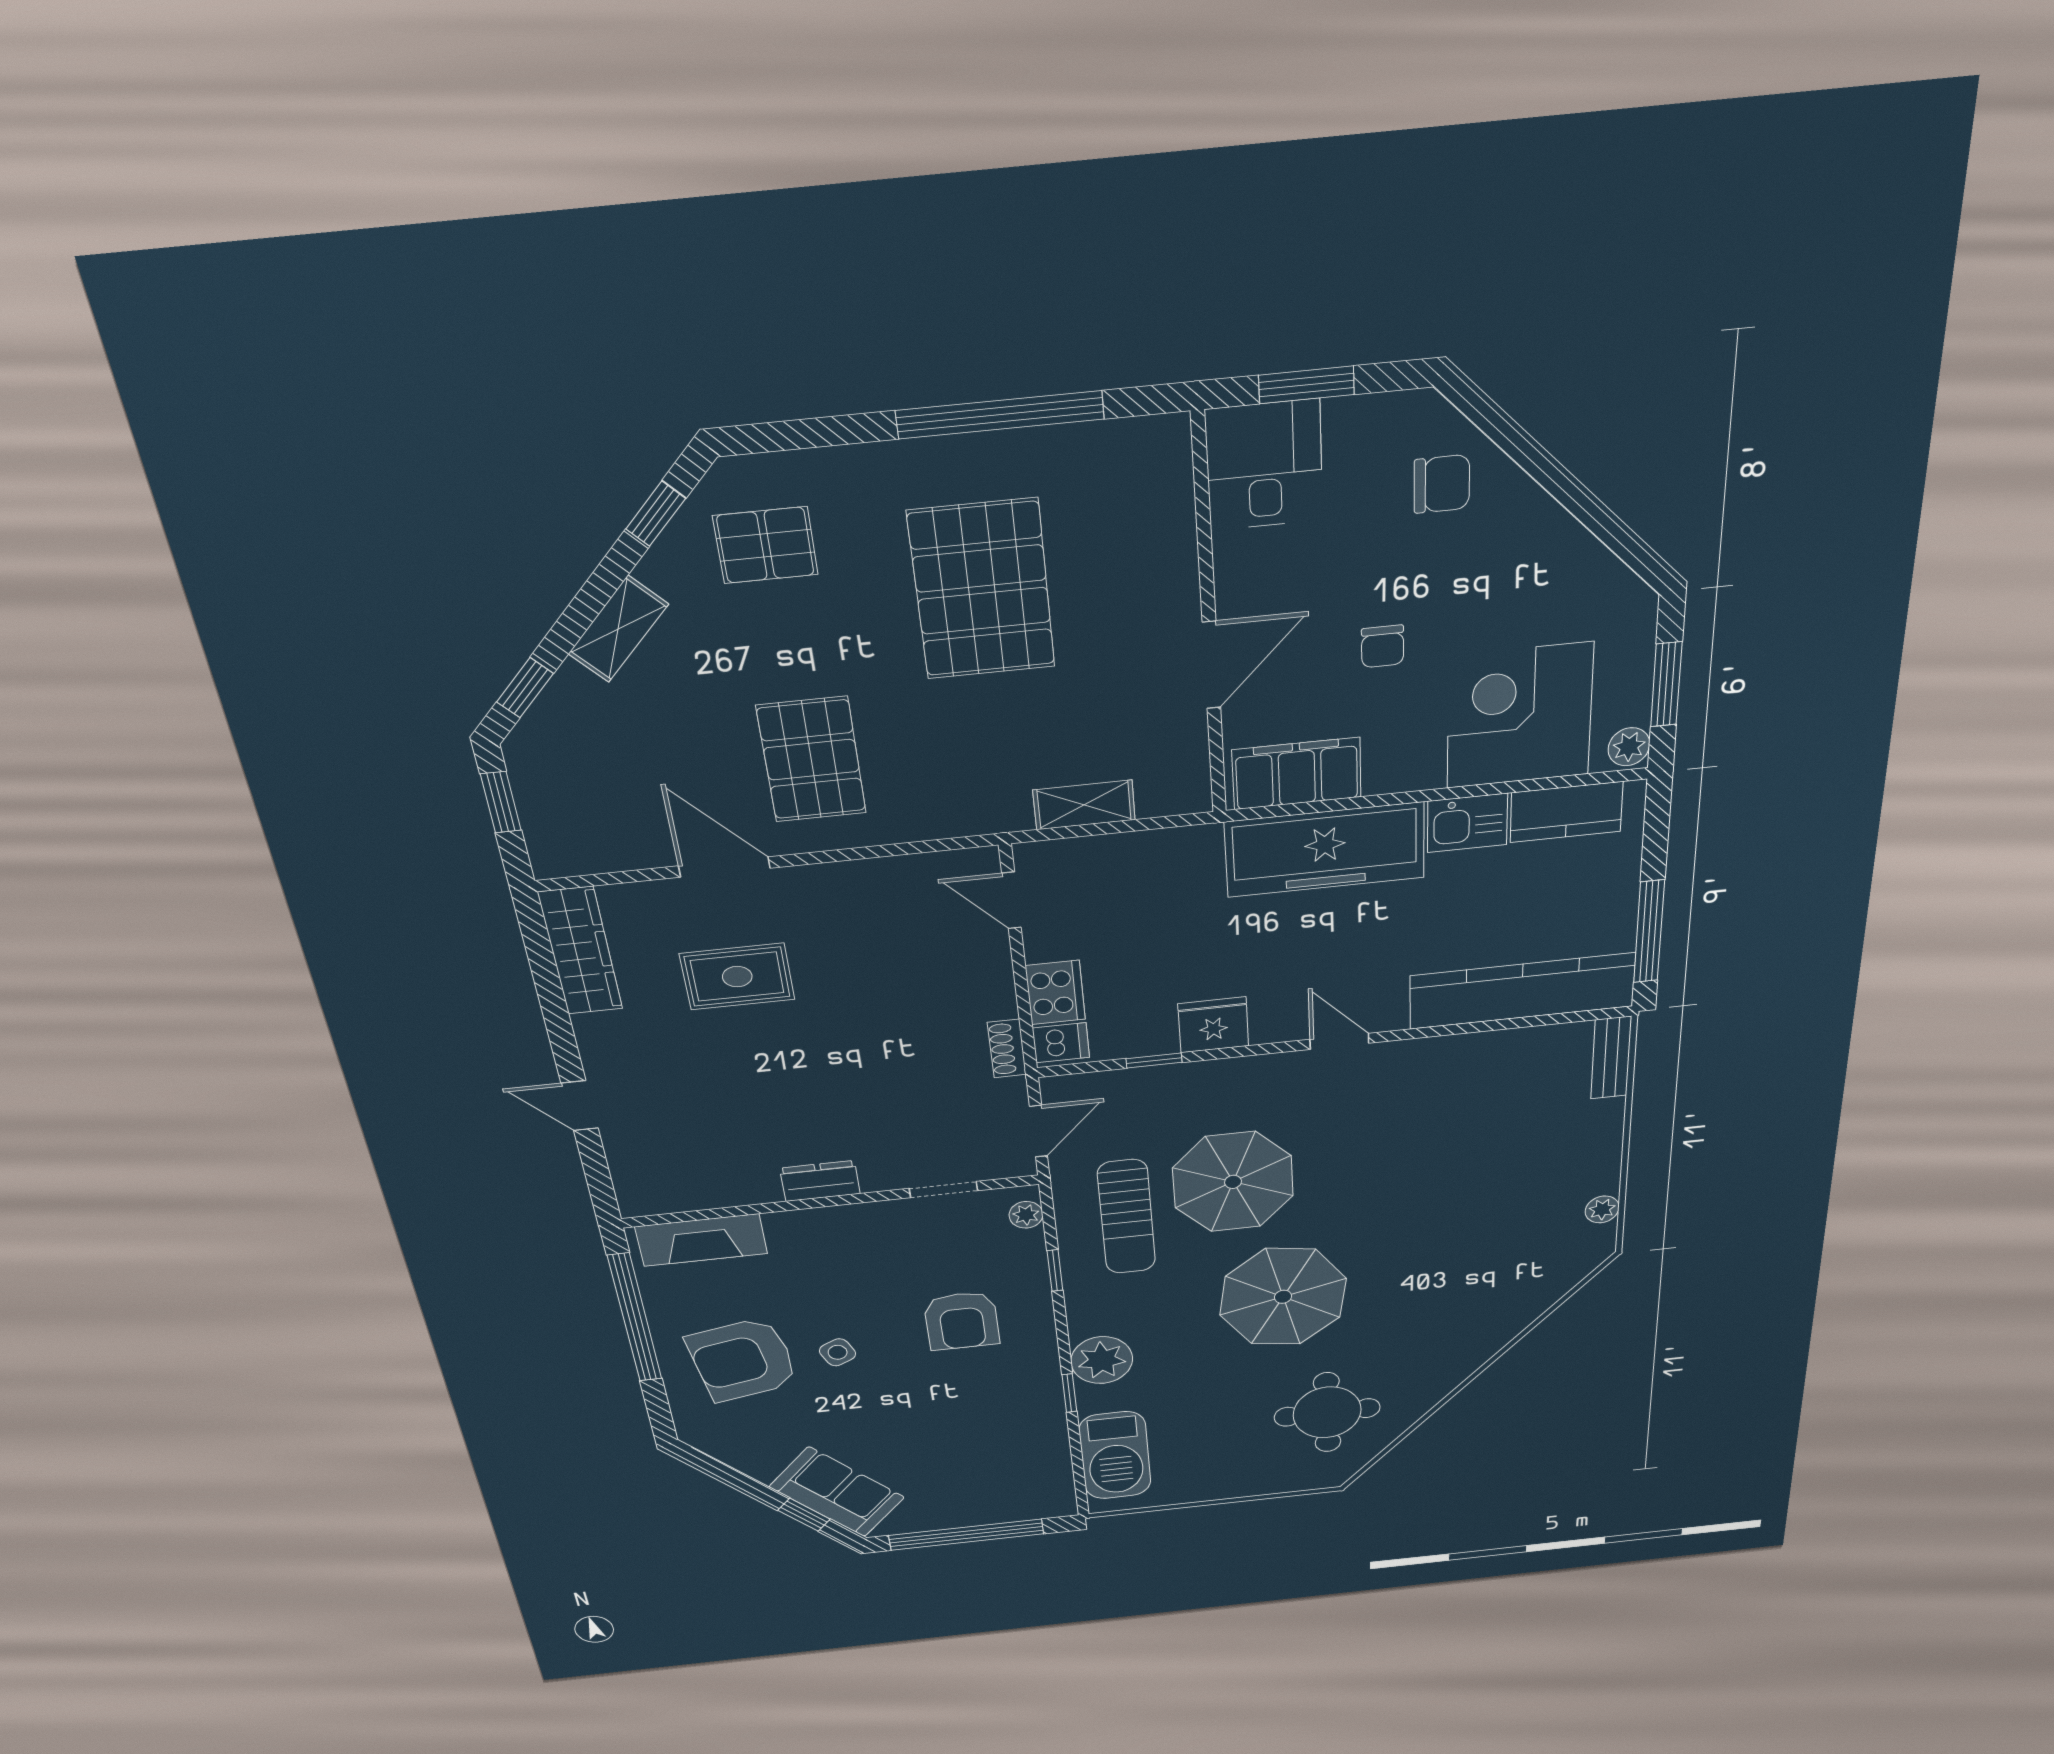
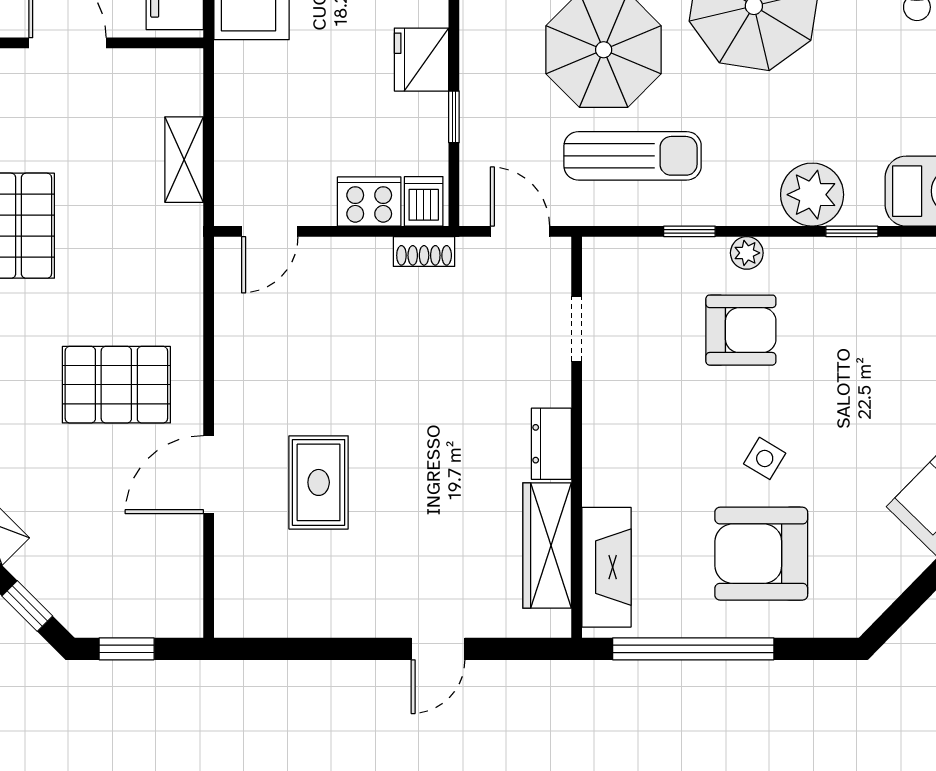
wardrobe: (580, 951) -> (547, 545), moved, turned -90
plant: (1026, 1215) -> (747, 253), moved
side table: (838, 1352) -> (765, 458), turned -34
armchair: (743, 1360) -> (761, 554), turned 100

